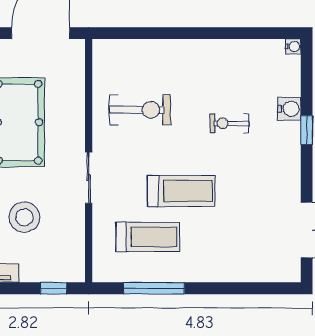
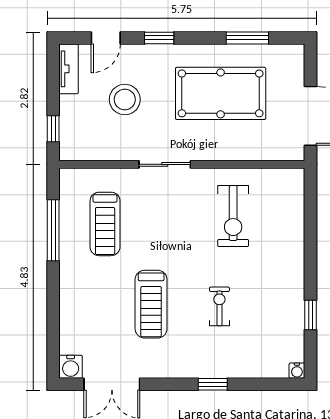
window: (238, 33) -> (311, 315), added
water cooler: (289, 109) -> (71, 367), moved
treadmill: (181, 191) -> (151, 304), moved

